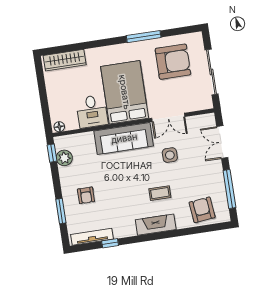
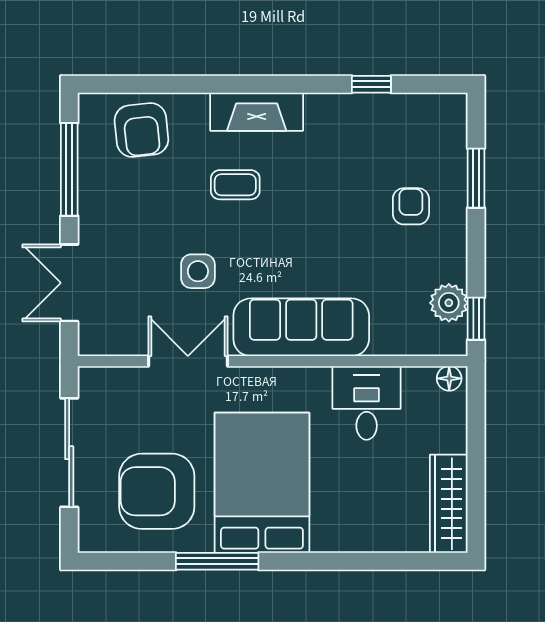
wardrobe: (65, 60) -> (449, 504), moved, turned -90
bed: (125, 92) -> (262, 483), moved, turned 180
double door: (222, 142) -> (69, 283), swing flipped
tv unit: (92, 237) -> (412, 106), removed

